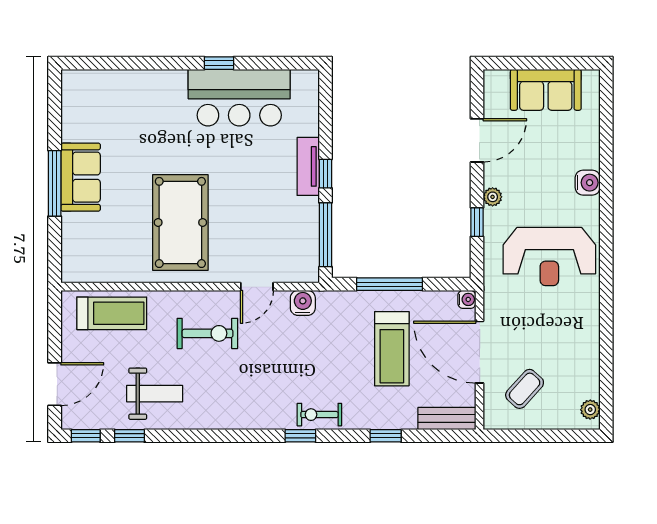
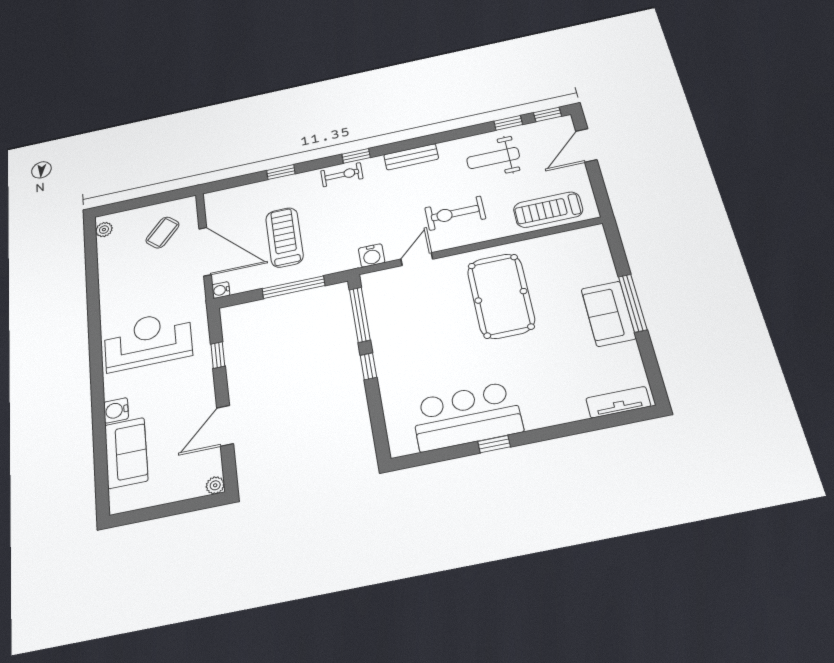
sofa: (546, 90) -> (126, 453), moved, turned 90
tv unit: (308, 166) -> (618, 402), moved, turned -90
plant: (493, 197) -> (215, 485), moved
bench: (447, 419) -> (411, 157), moved

